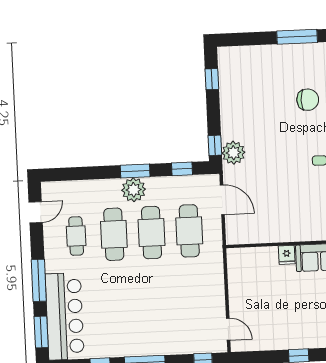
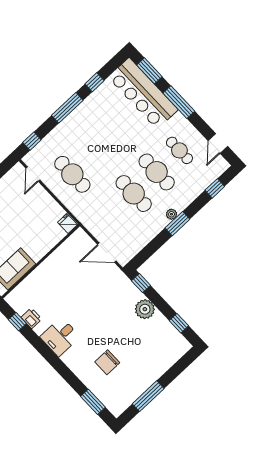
plant: (233, 153) -> (145, 309), moved
window: (182, 169) -> (215, 188), moved
plant: (134, 190) -> (172, 214), width x0.53, depth x0.53
cafe table: (189, 231) -> (72, 174), moved
fridge: (287, 255) -> (67, 223), moved
door: (228, 329) -> (33, 174), hinge flipped

